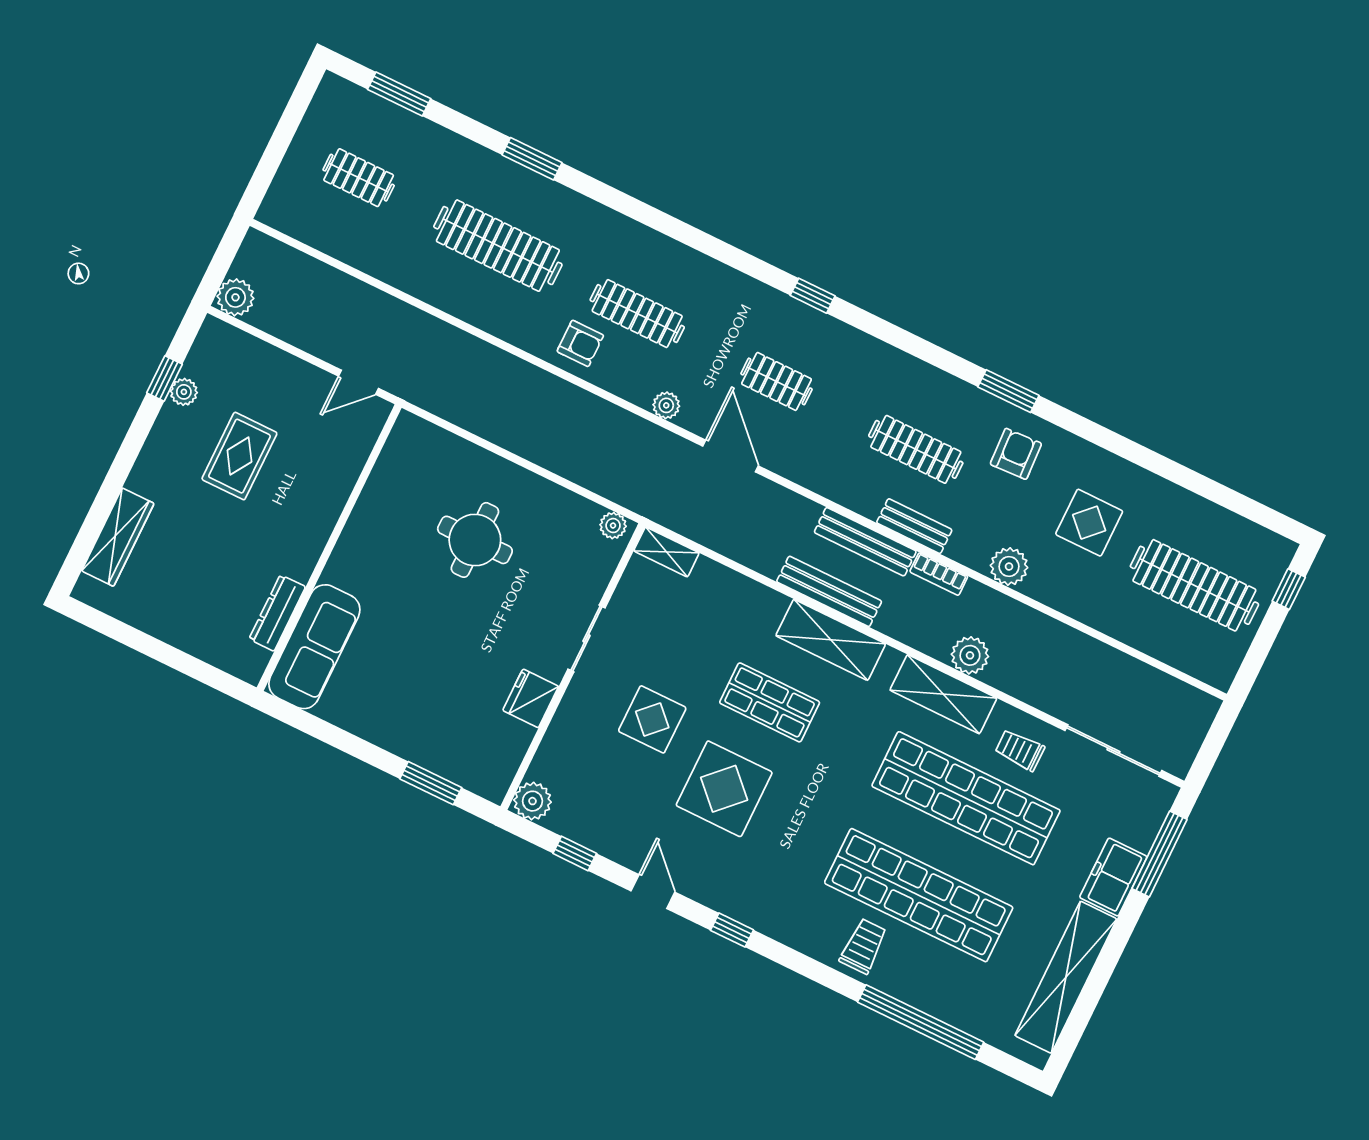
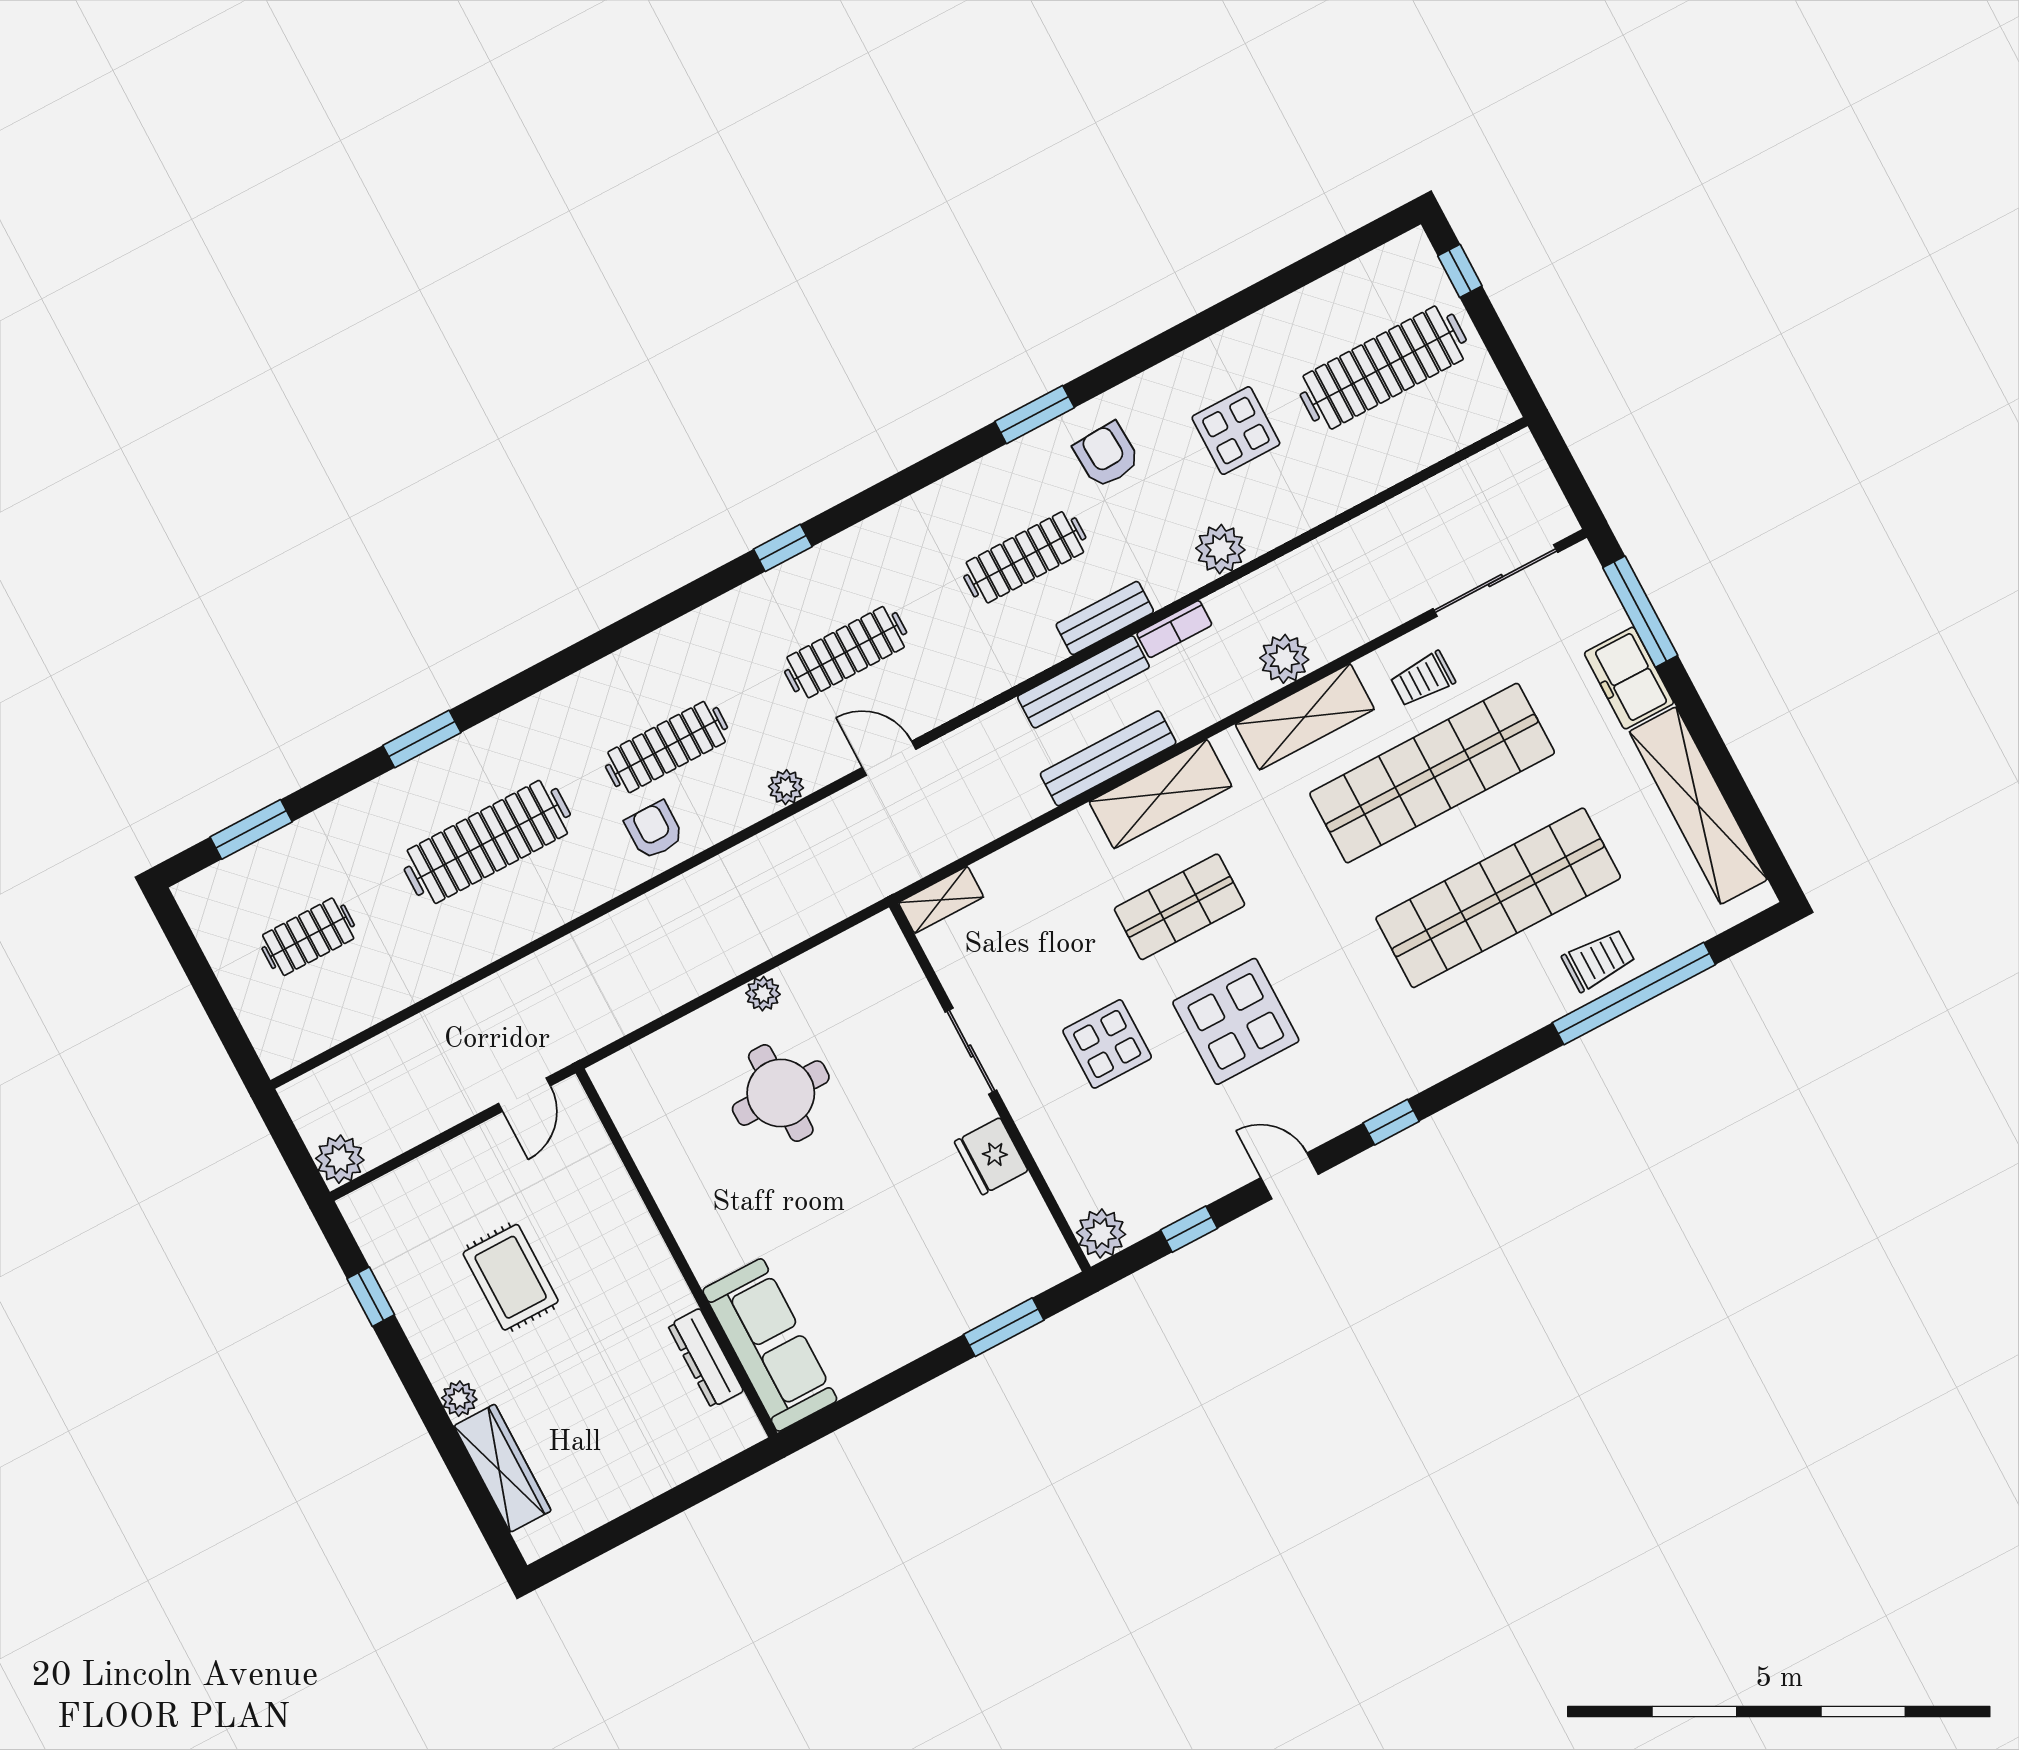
armchair: (580, 343) -> (654, 830), turned -90
clothes rail: (776, 381) -> (846, 652), width x1.36
plant: (184, 392) -> (459, 1399), moved
door: (730, 456) -> (889, 758), width x0.73
plant: (613, 526) -> (763, 994), moved
trolley: (863, 946) -> (1598, 960), moved, turned 90

